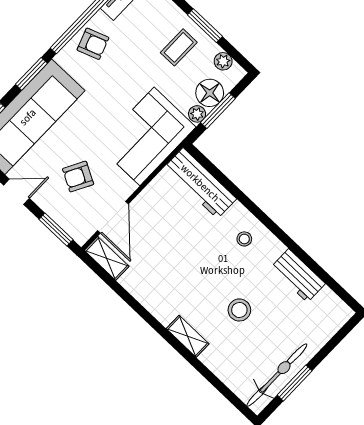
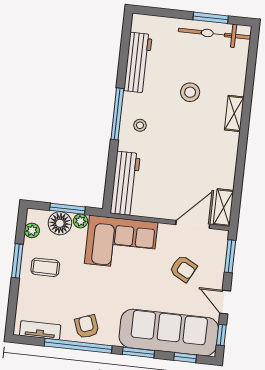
window: (271, 226) -> (117, 114), added
workbench: (298, 276) -> (138, 63), width x1.38

